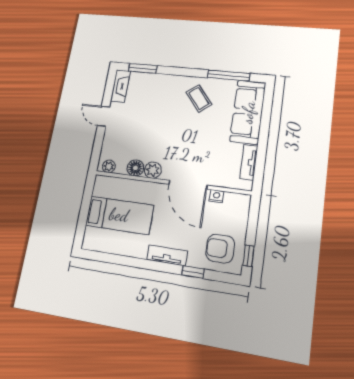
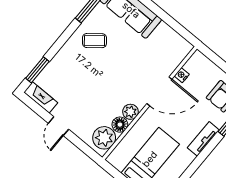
door: (104, 116) -> (58, 126), hinge flipped
tv unit: (249, 162) -> (171, 35), removed
plant: (109, 166) -> (104, 138), width x1.87, depth x1.87

